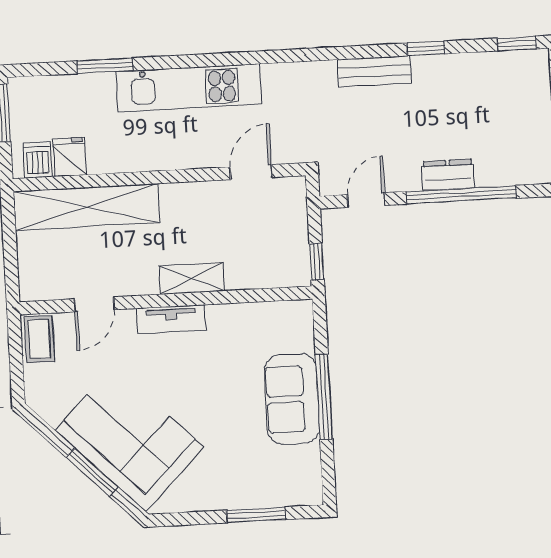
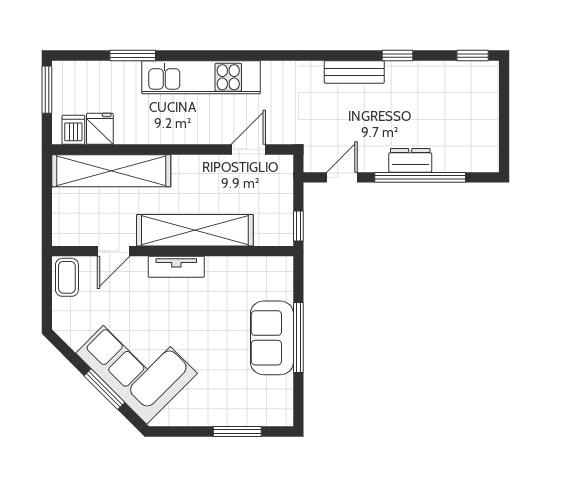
shelving: (192, 278) -> (195, 230), width x2.20, depth x1.33

